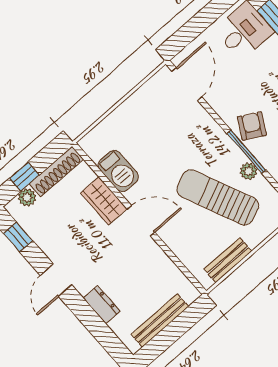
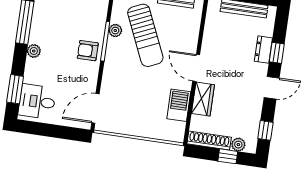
armchair: (252, 126) -> (88, 51), turned 61
window: (87, 315) -> (277, 53), added

